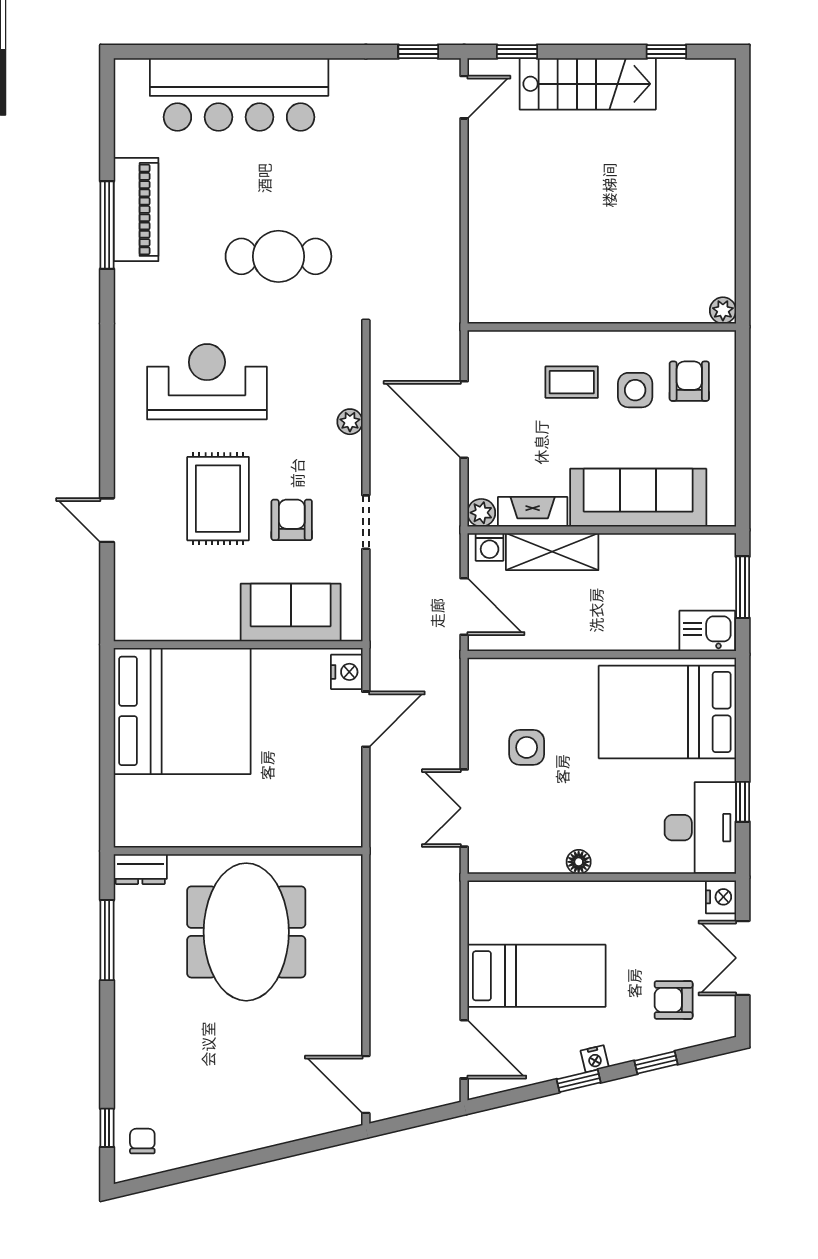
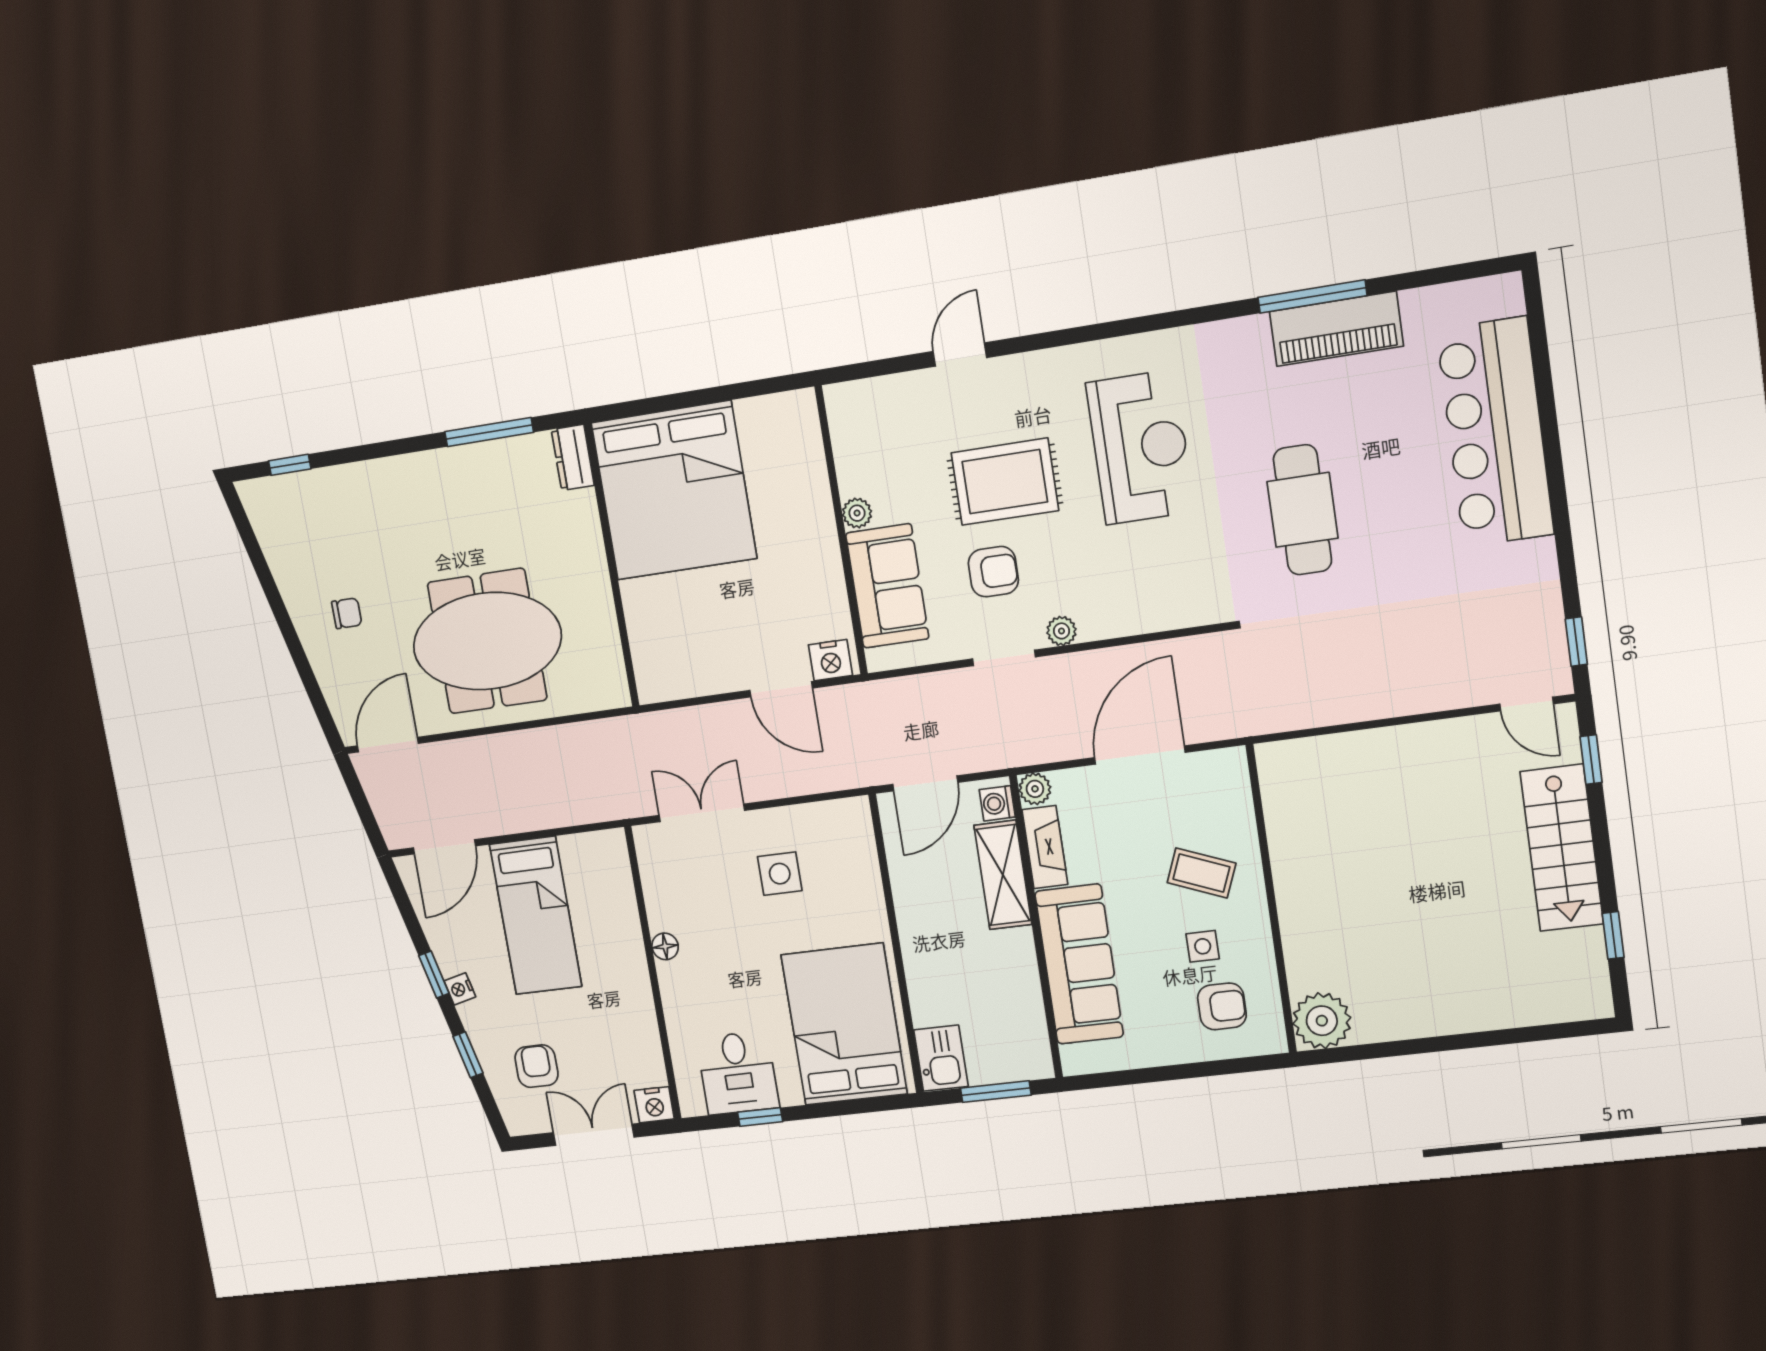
plant: (723, 310) -> (1322, 1021), width x1.87, depth x1.87
coffee table: (572, 382) -> (1201, 873), turned -68
side table: (635, 390) -> (1203, 946), width x0.73, depth x0.73
plant: (350, 422) -> (1062, 631), moved
plant: (225, 628) -> (857, 513), added
bed: (182, 711) -> (674, 491), moved
desk: (700, 828) -> (738, 1073), width x0.73
meeting table: (246, 932) -> (487, 641), moved
chair: (142, 1141) -> (347, 613), moved

